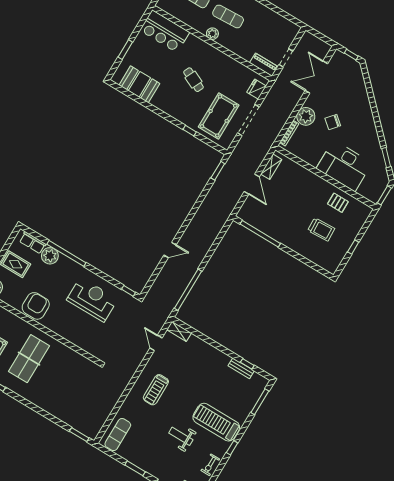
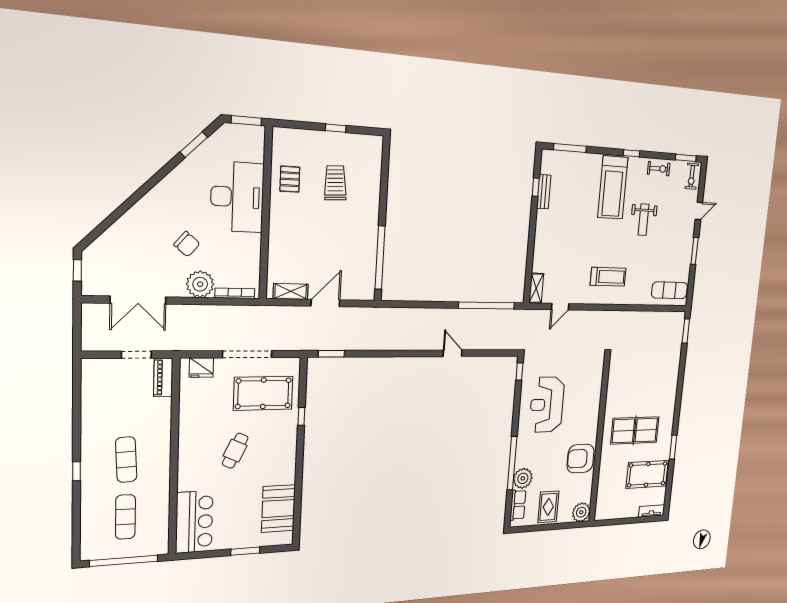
plant: (212, 34) -> (162, 465), removed

